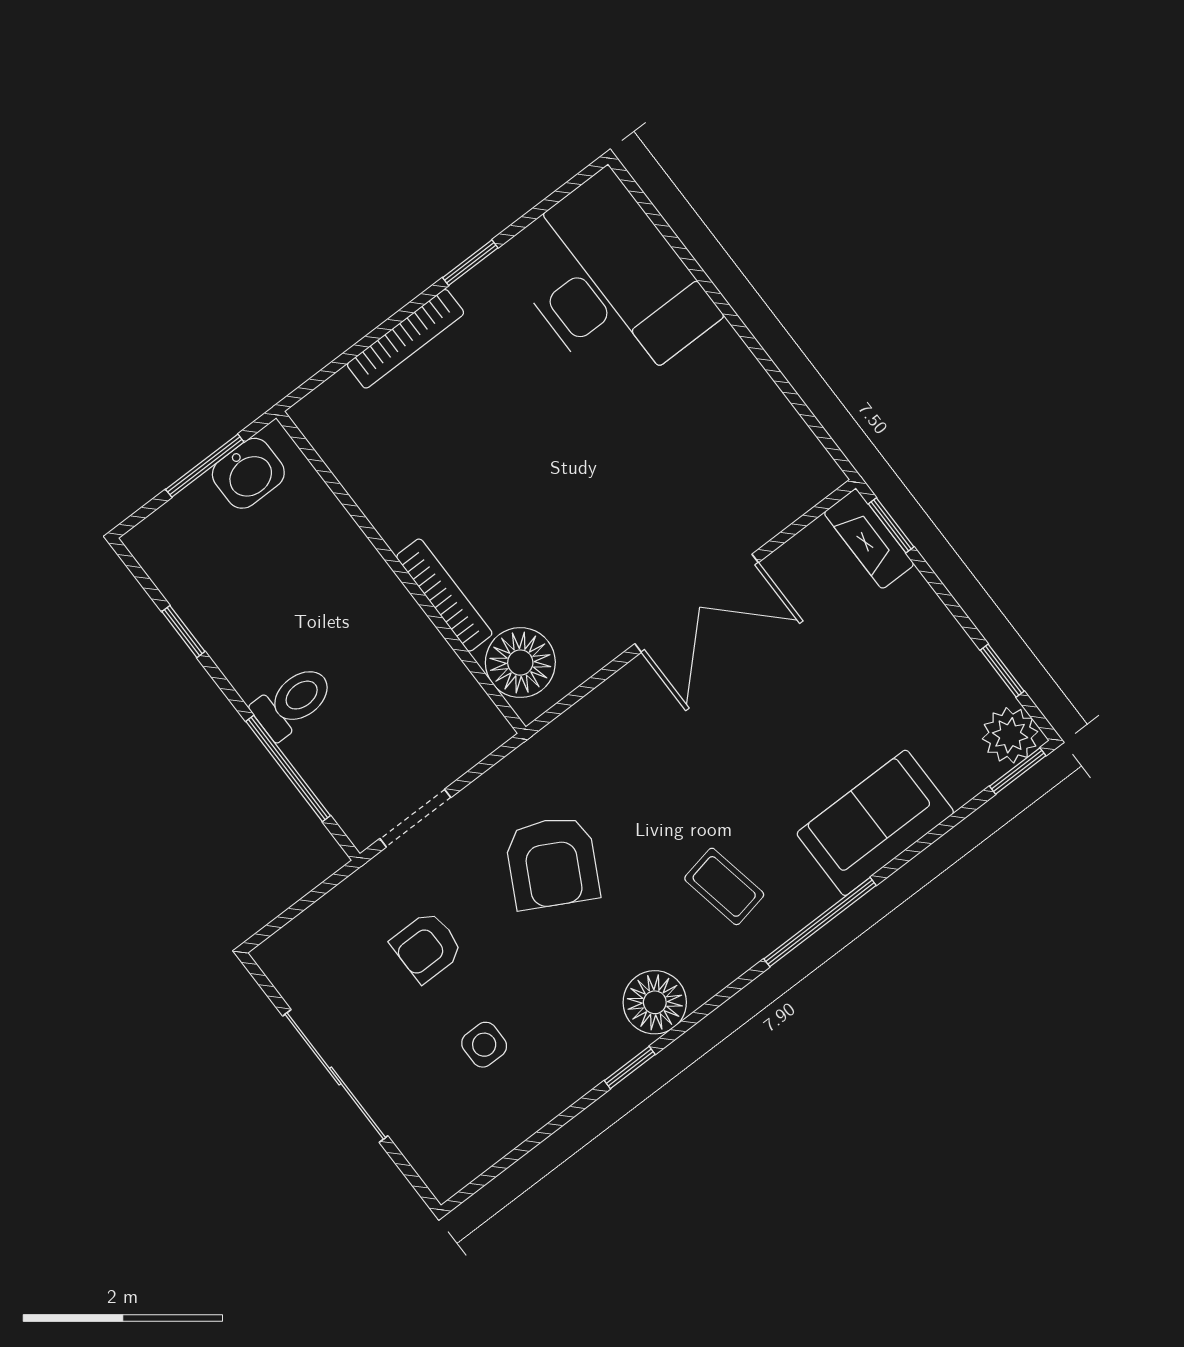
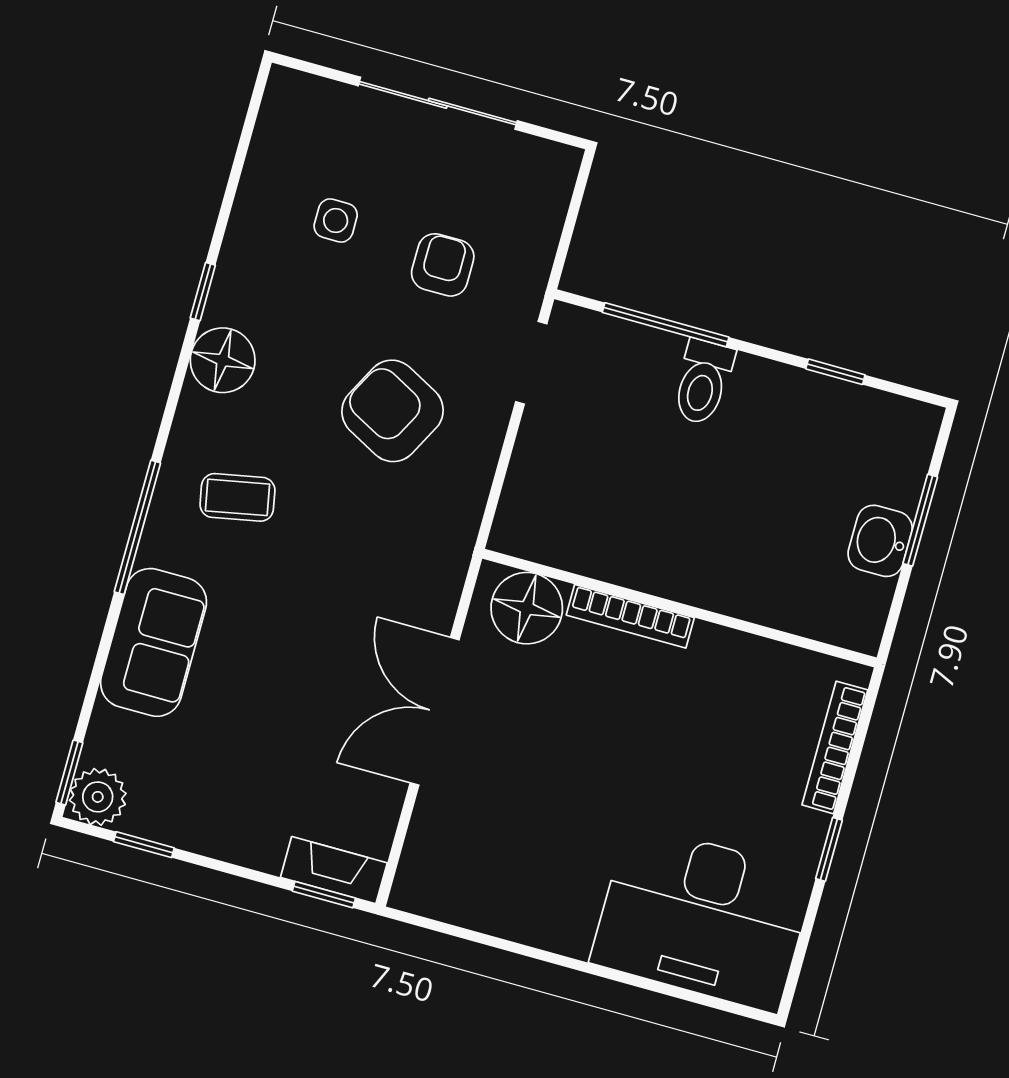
wall: (401, 572) -> (680, 608), moved
bookcase: (444, 595) -> (630, 616), moved
floor lamp: (520, 663) -> (527, 608), moved

